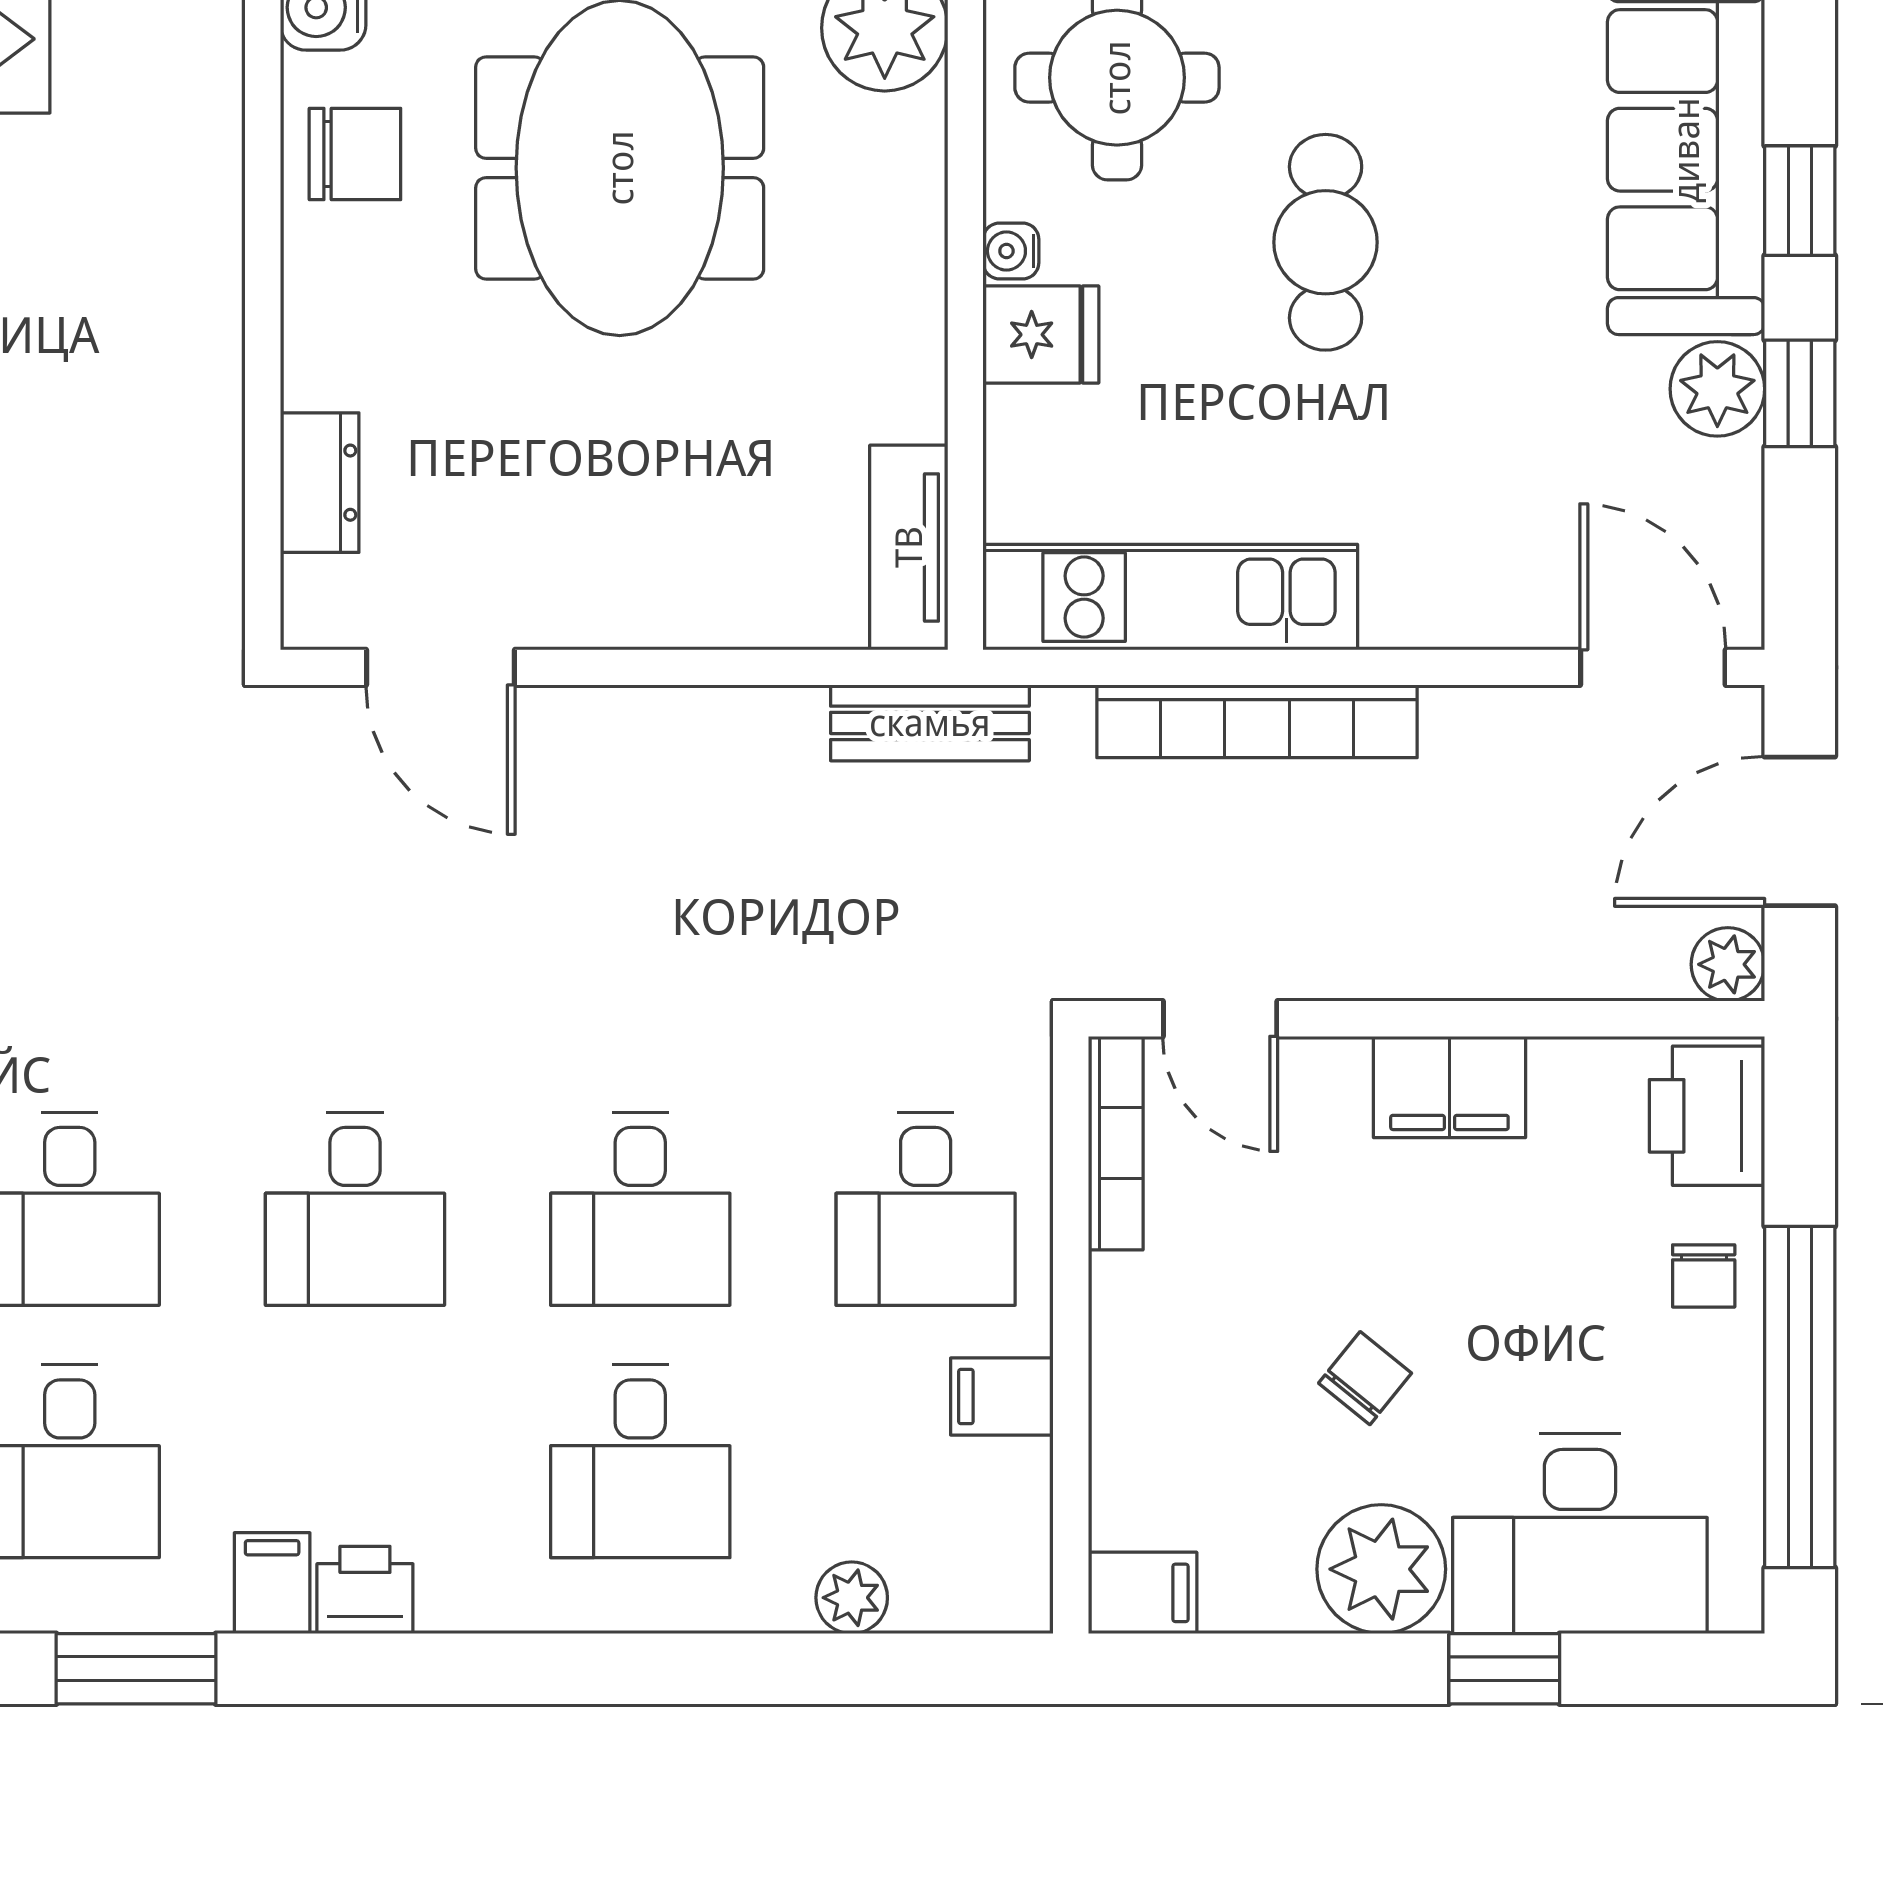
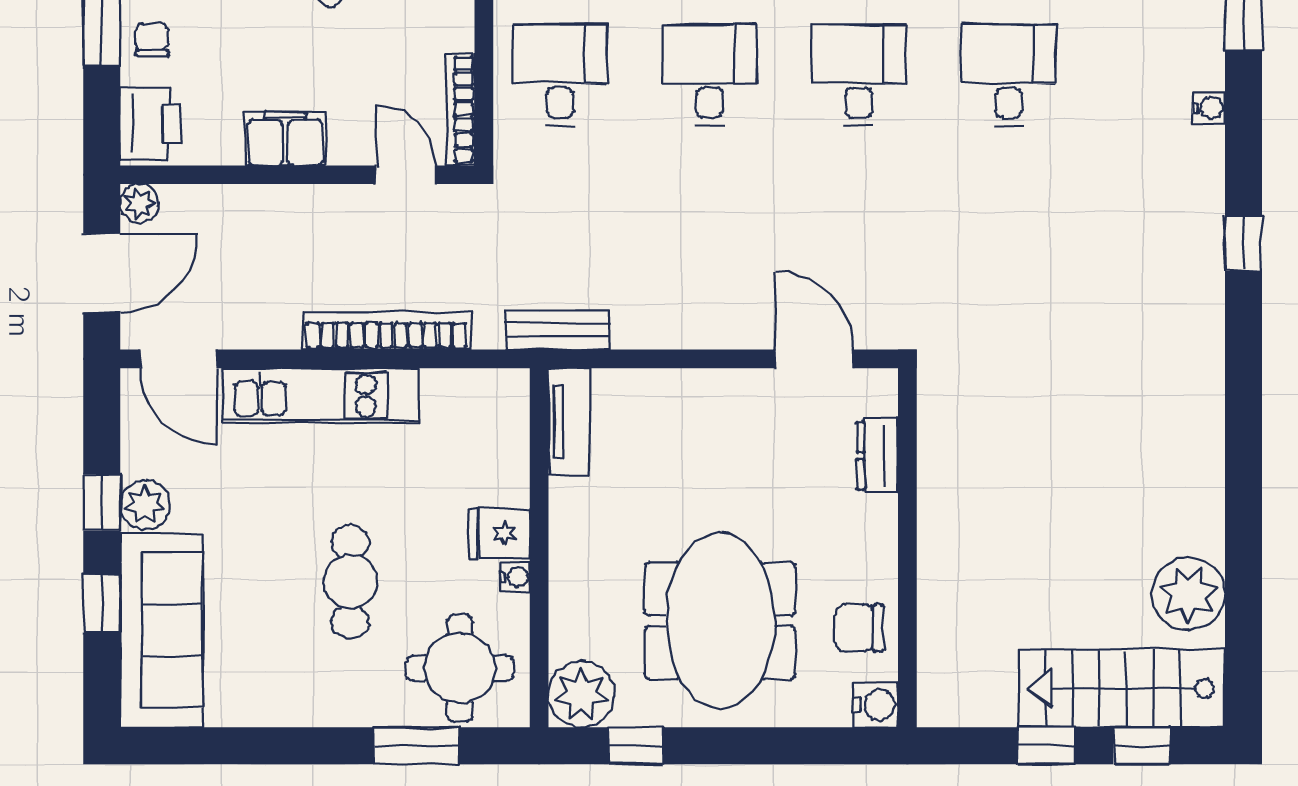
kitchen unit: (1170, 597) -> (321, 396), moved

